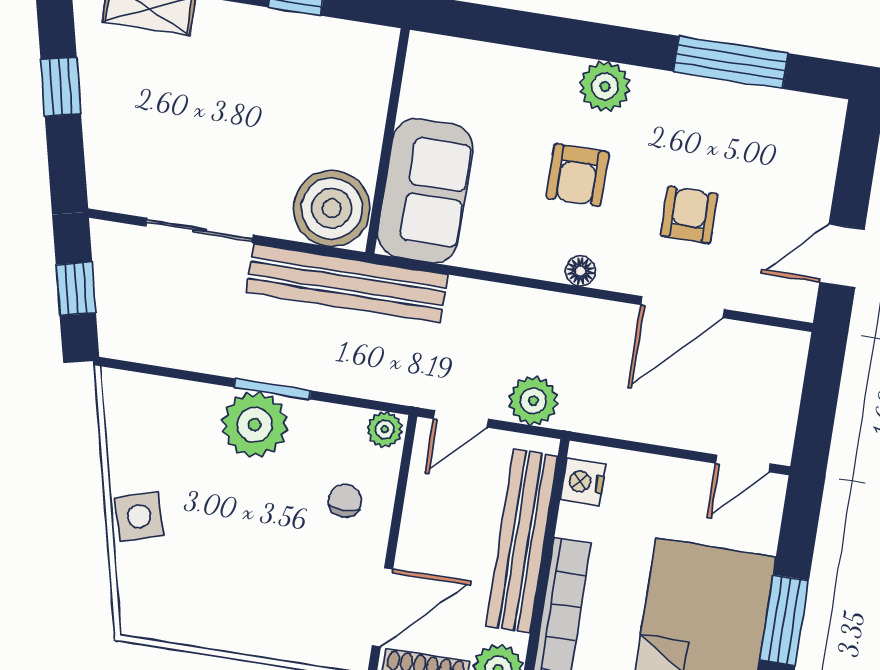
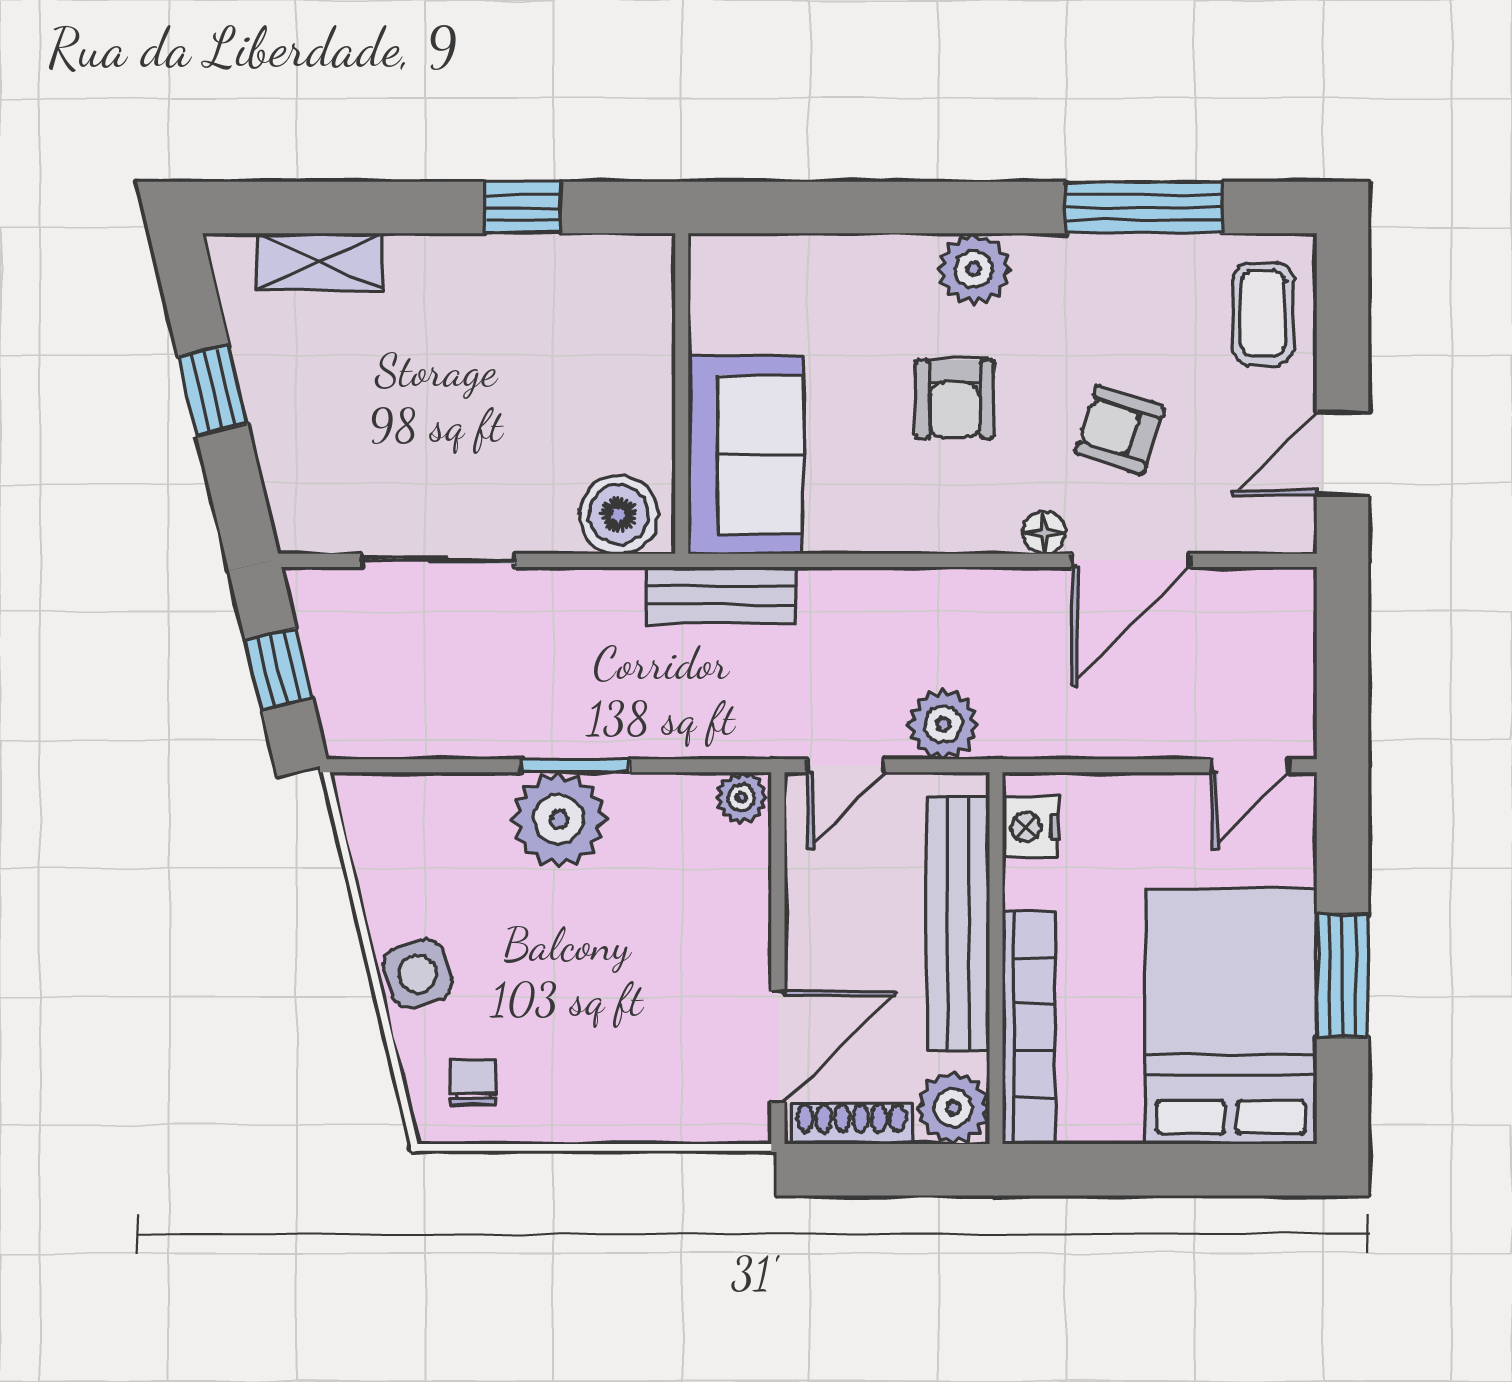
coffee table: (802, 150) -> (1263, 314), added
boiler: (332, 208) -> (619, 515), width x0.73, depth x0.73
armchair: (689, 215) -> (1120, 430), turned -72
floor lamp: (580, 271) -> (1044, 533), moved
bench: (347, 283) -> (721, 595), width x0.54, depth x0.82
chair: (345, 501) -> (473, 1082), moved

